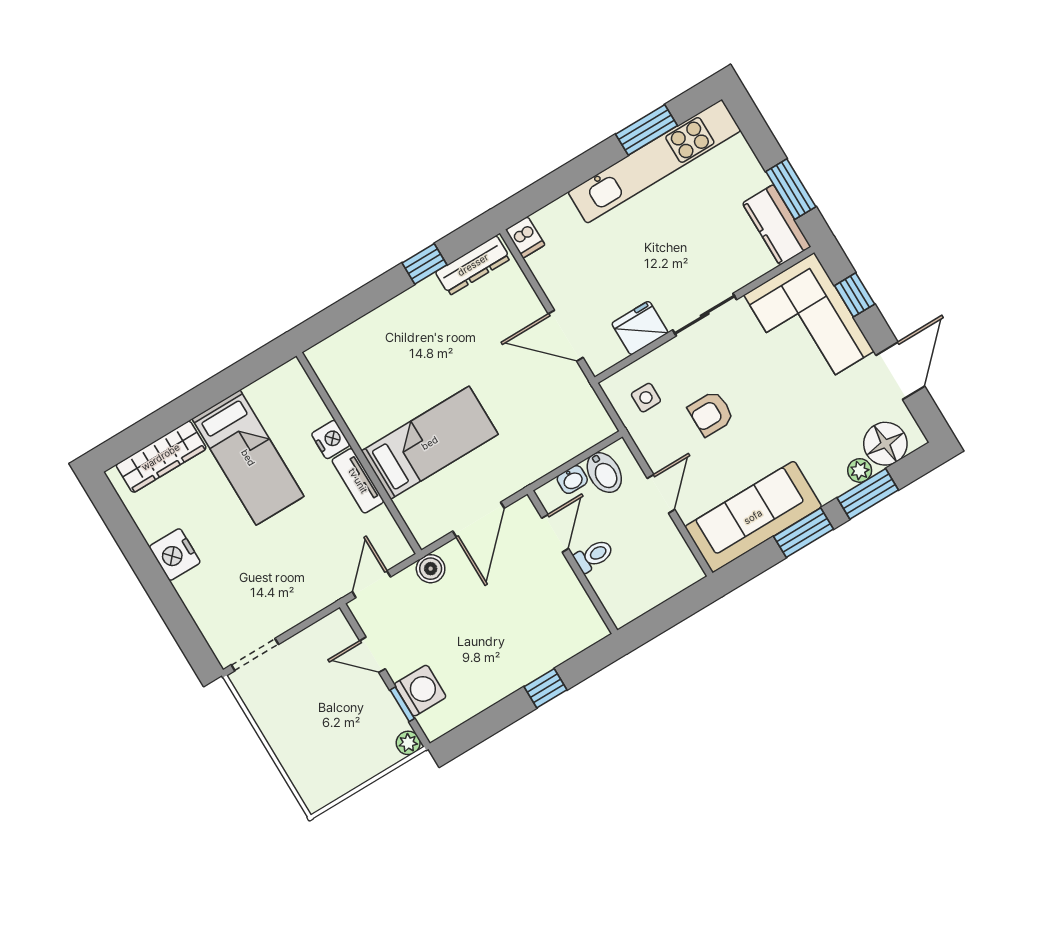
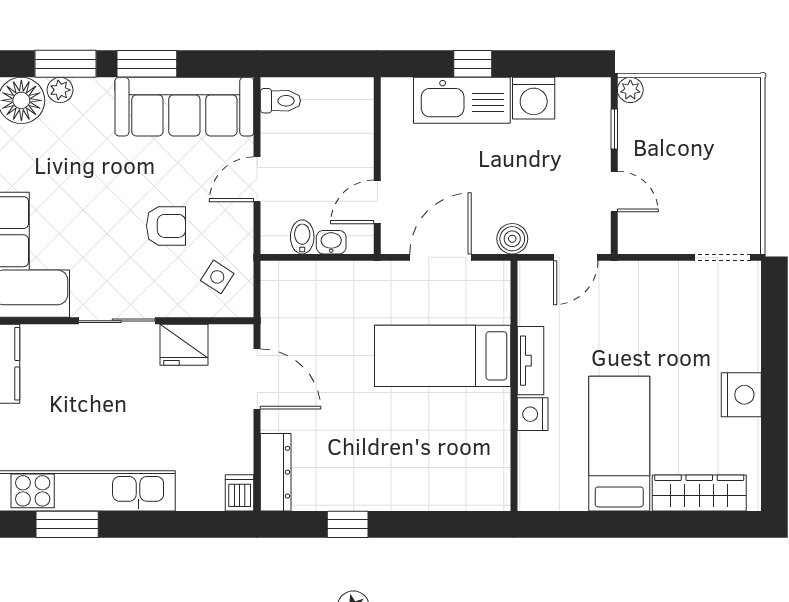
dresser: (473, 265) -> (276, 472), moved, turned 90
side table: (646, 398) -> (217, 277), turned 33
bidet: (604, 473) -> (302, 237), width x0.72, depth x0.74
toilet: (594, 556) -> (280, 101), moved, turned 180
kitchen sink: (537, 654) -> (462, 100), added
washing machine: (420, 691) -> (534, 98), moved, turned -90

